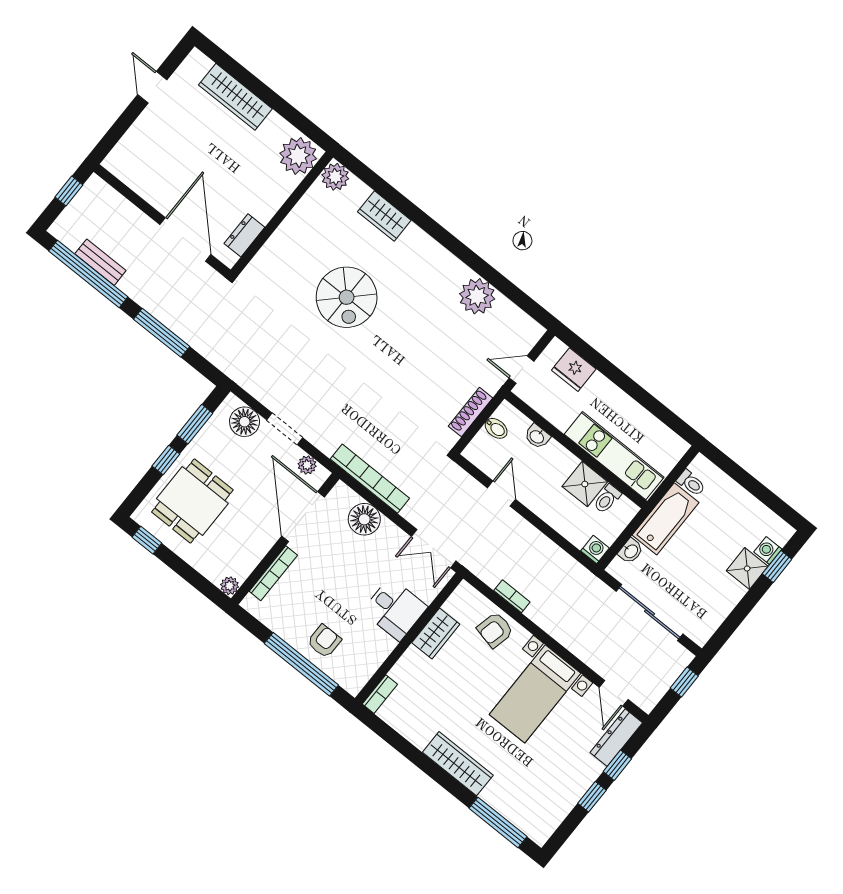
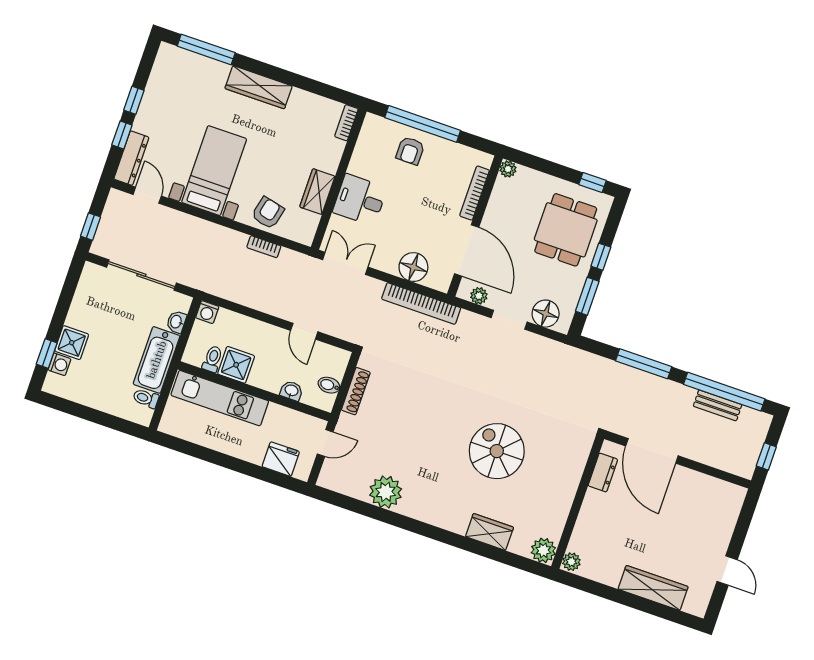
plant: (298, 156) -> (571, 562), width x0.53, depth x0.53

